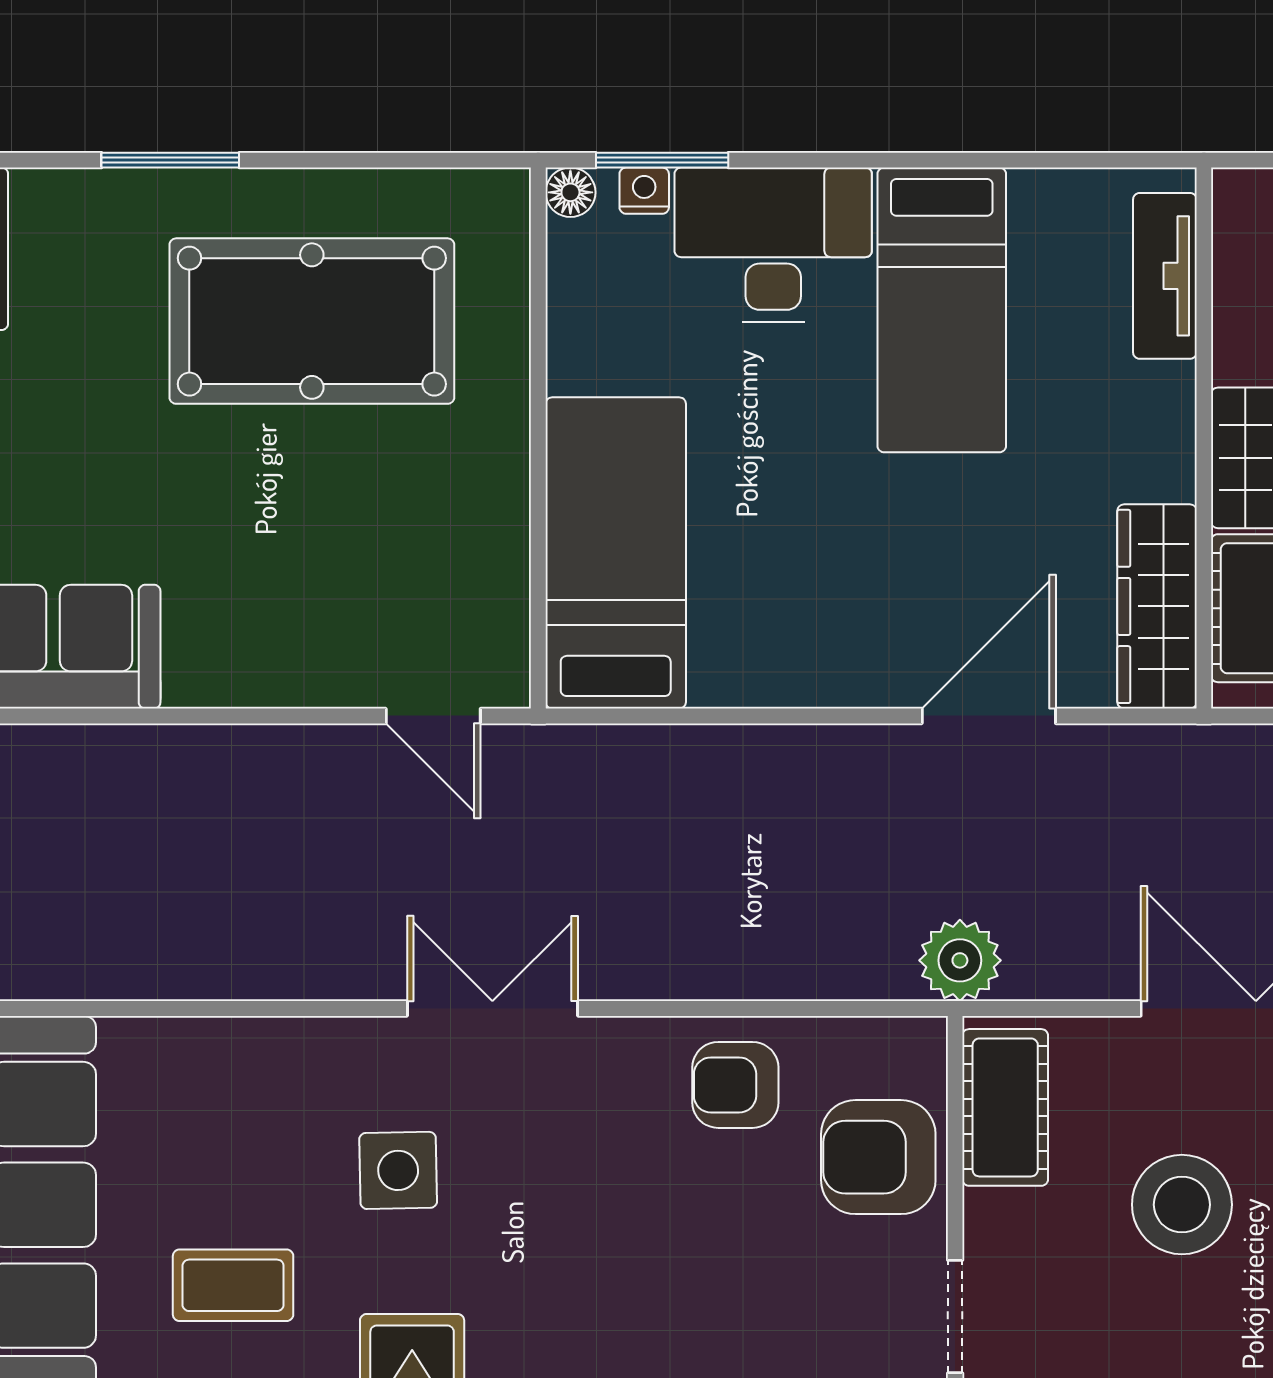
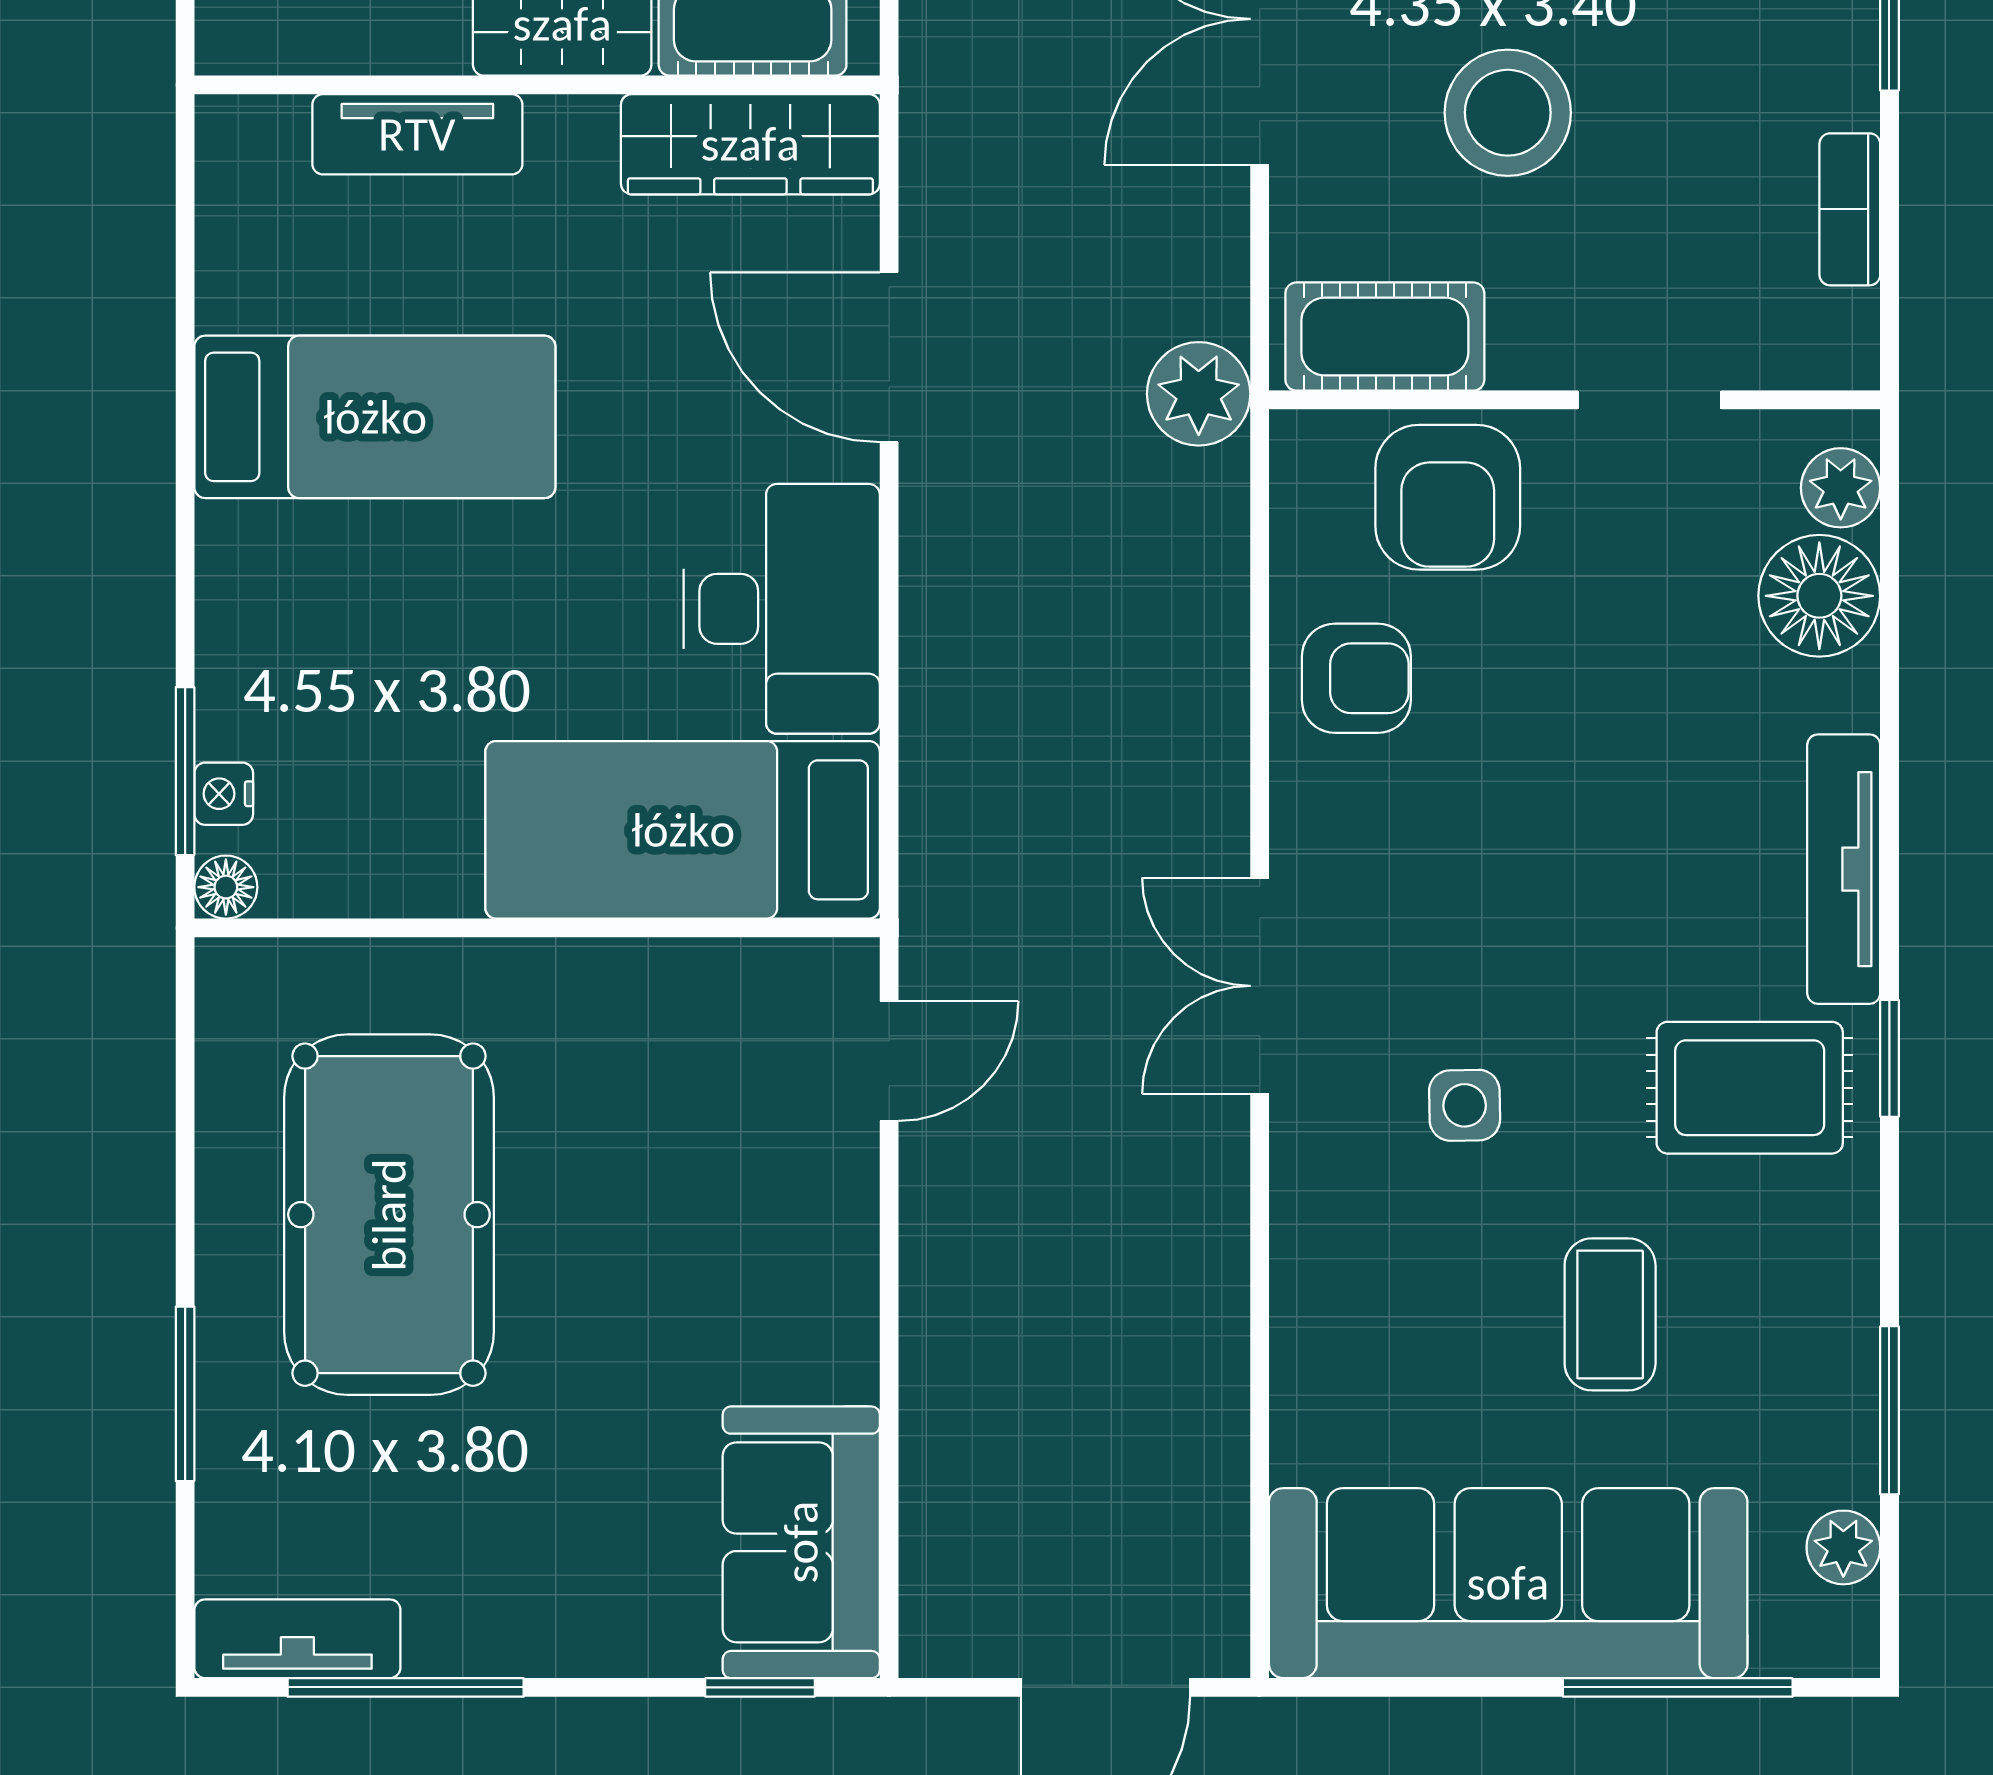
desk: (773, 245) -> (782, 609), moved, turned 180
tv unit: (1165, 276) -> (417, 134), moved
armchair: (735, 1085) -> (1356, 678), turned -90
side table: (398, 1170) -> (1465, 1105), width x0.73, depth x0.73

